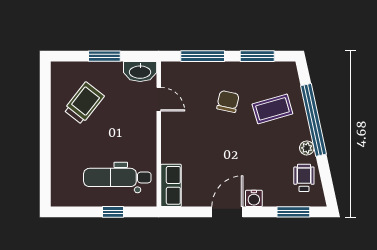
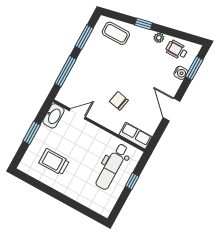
chair: (228, 101) -> (119, 101), moved
trolley: (84, 103) -> (54, 162), turned -38
coffee table: (272, 109) -> (116, 33), moved, turned -74
window: (313, 120) -> (144, 24), width x0.32
water cooler: (254, 198) -> (181, 73), moved

